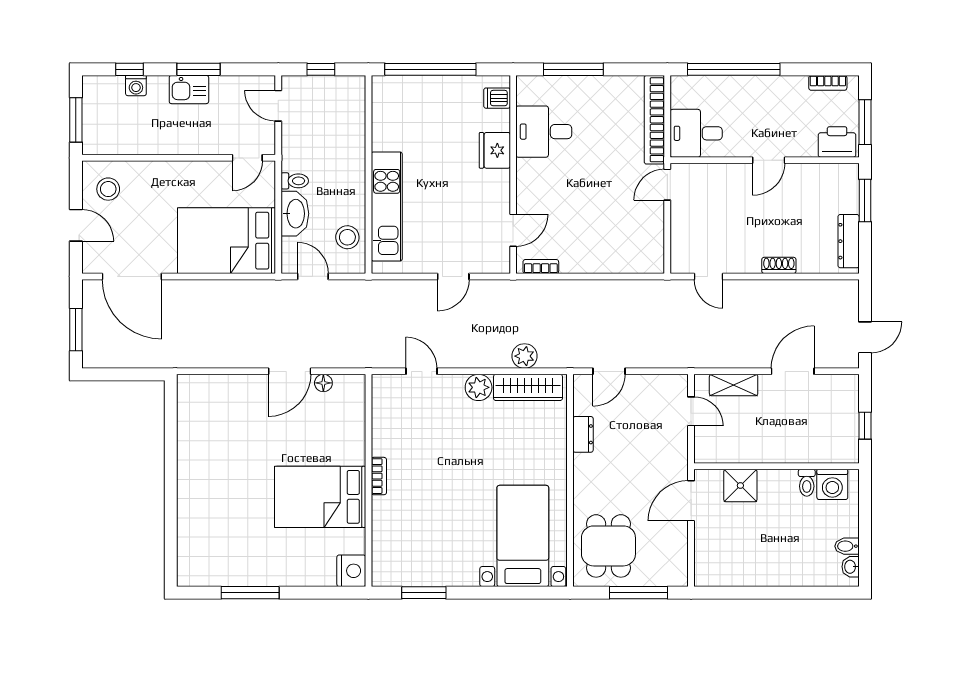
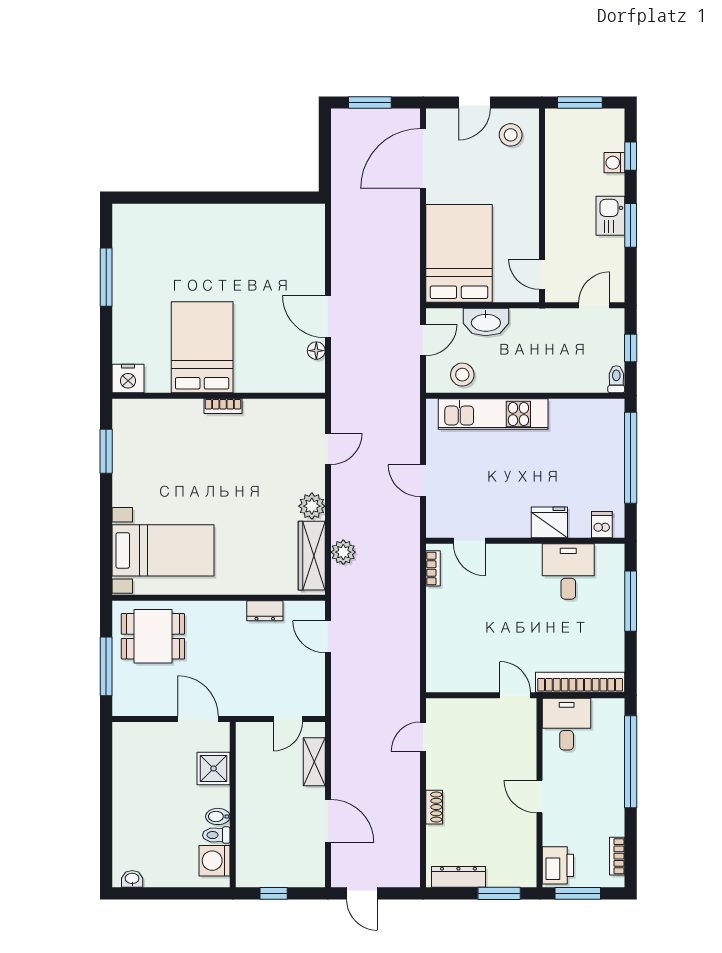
toilet: (295, 181) -> (616, 379), moved, turned 180
bidet: (847, 546) -> (218, 816), moved, turned -90

